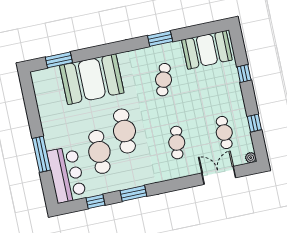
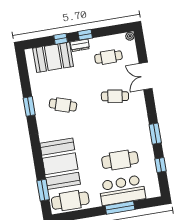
booth: (207, 50) -> (53, 57), moved, turned 90
dresser: (237, 97) -> (80, 45), added
window: (254, 123) -> (85, 35), moved
cafe table: (124, 131) -> (70, 201), moved
bar counter: (67, 174) -> (122, 190), moved
double door: (219, 175) -> (146, 76), moved

